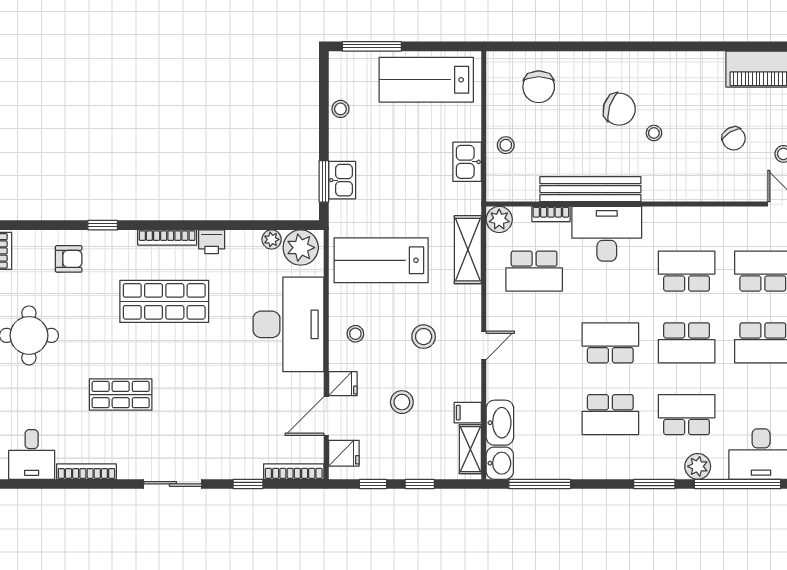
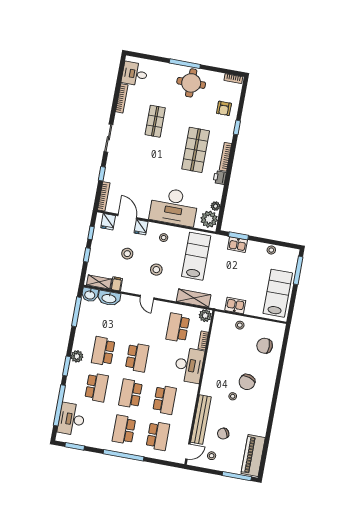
bench: (590, 189) -> (201, 420), moved
plant: (698, 466) -> (77, 356), moved

